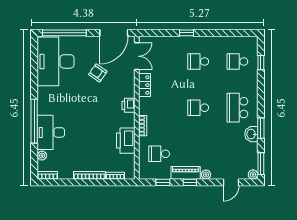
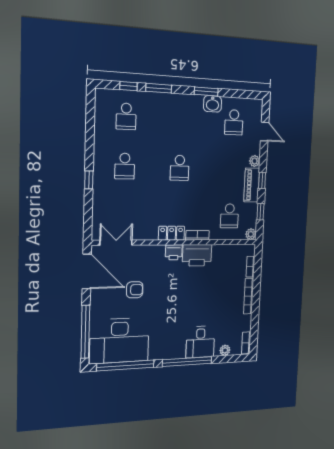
window: (34, 67) -> (126, 365), added
armchair: (98, 73) -> (135, 290), turned -125
locker: (144, 85) -> (172, 233), moved
school desk: (237, 108) -> (234, 122), moved, width x0.54
desk: (51, 132) -> (200, 342), width x0.73
printer: (126, 141) -> (197, 255), moved
window: (261, 164) -> (159, 88), moved
plant: (253, 174) -> (251, 234), moved

